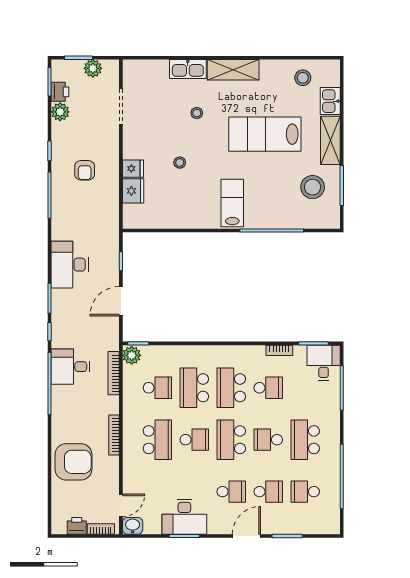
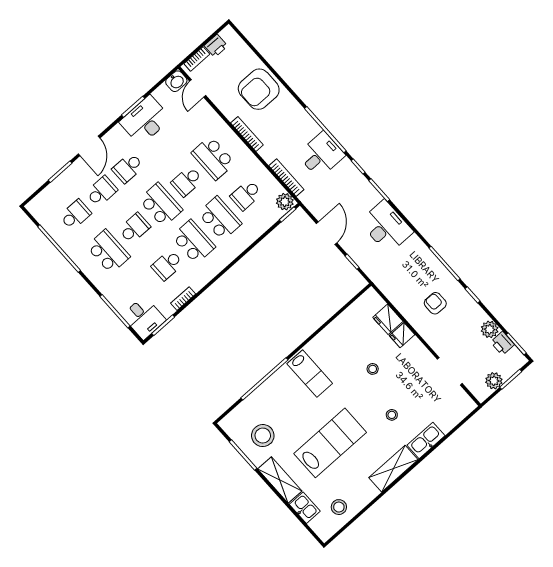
school desk: (268, 492) -> (102, 191), turned 180

